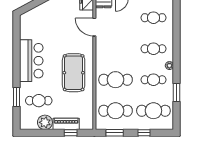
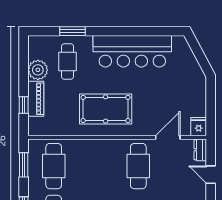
bar counter: (31, 61) -> (132, 51), width x1.36
cafe table: (116, 80) -> (138, 166), moved

